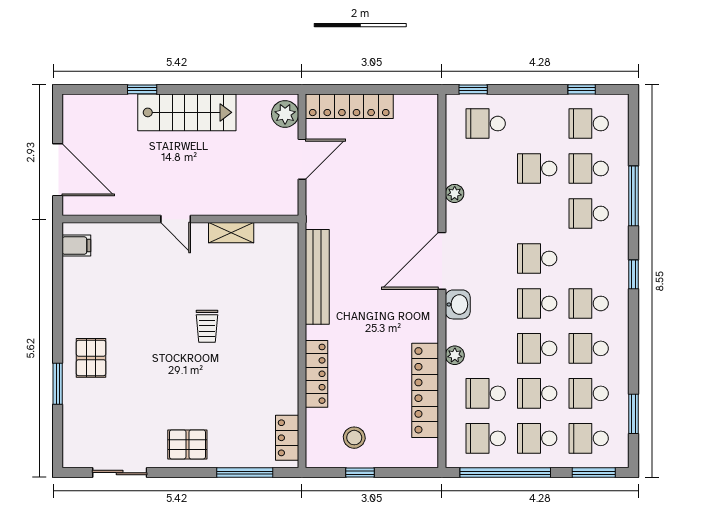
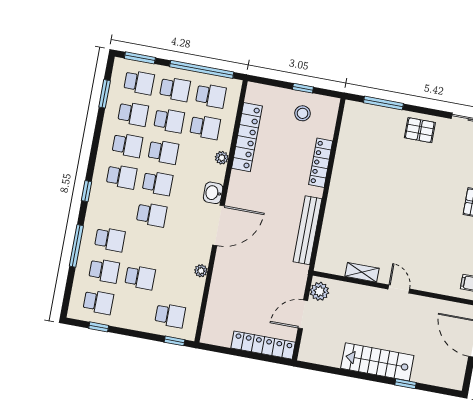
plant: (285, 114) -> (319, 291), moved
trolley: (207, 326) -> (391, 210), removed
locker: (287, 438) -> (349, 122), removed

